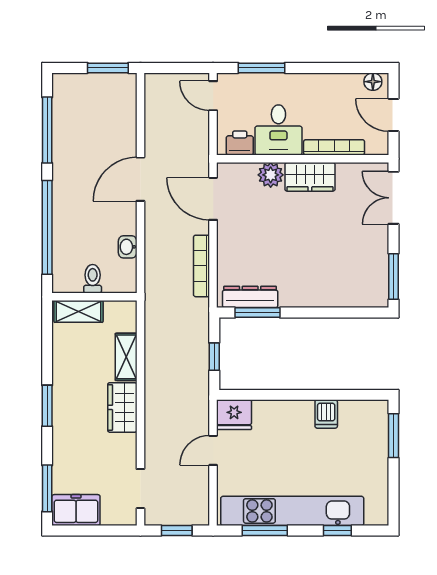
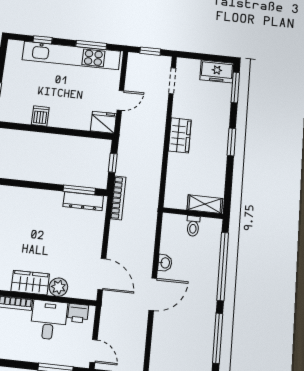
washbasin: (128, 247) -> (165, 263), moved
bookcase: (202, 266) -> (118, 198), moved
shelving: (126, 357) -> (174, 169), removed

